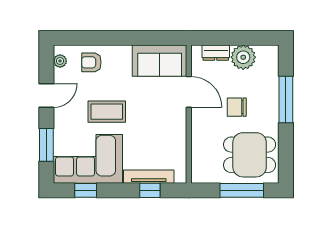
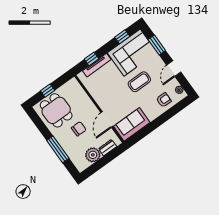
door: (189, 92) -> (107, 119), hinge flipped
dining table: (250, 155) -> (56, 110), turned 90
window: (242, 190) -> (48, 91), width x0.46

